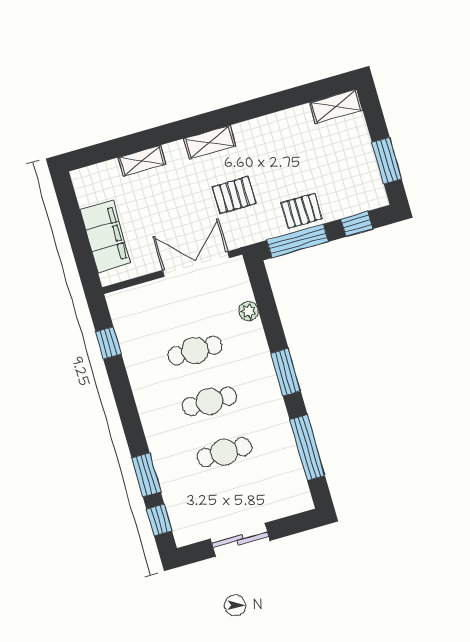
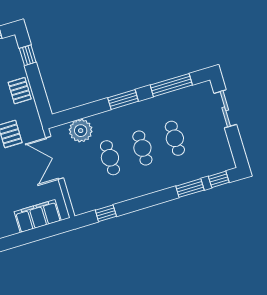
window: (298, 241) -> (39, 93), removed
plant: (248, 311) -> (81, 131), width x1.88, depth x1.88
sliding door: (240, 540) -> (225, 109), moved

